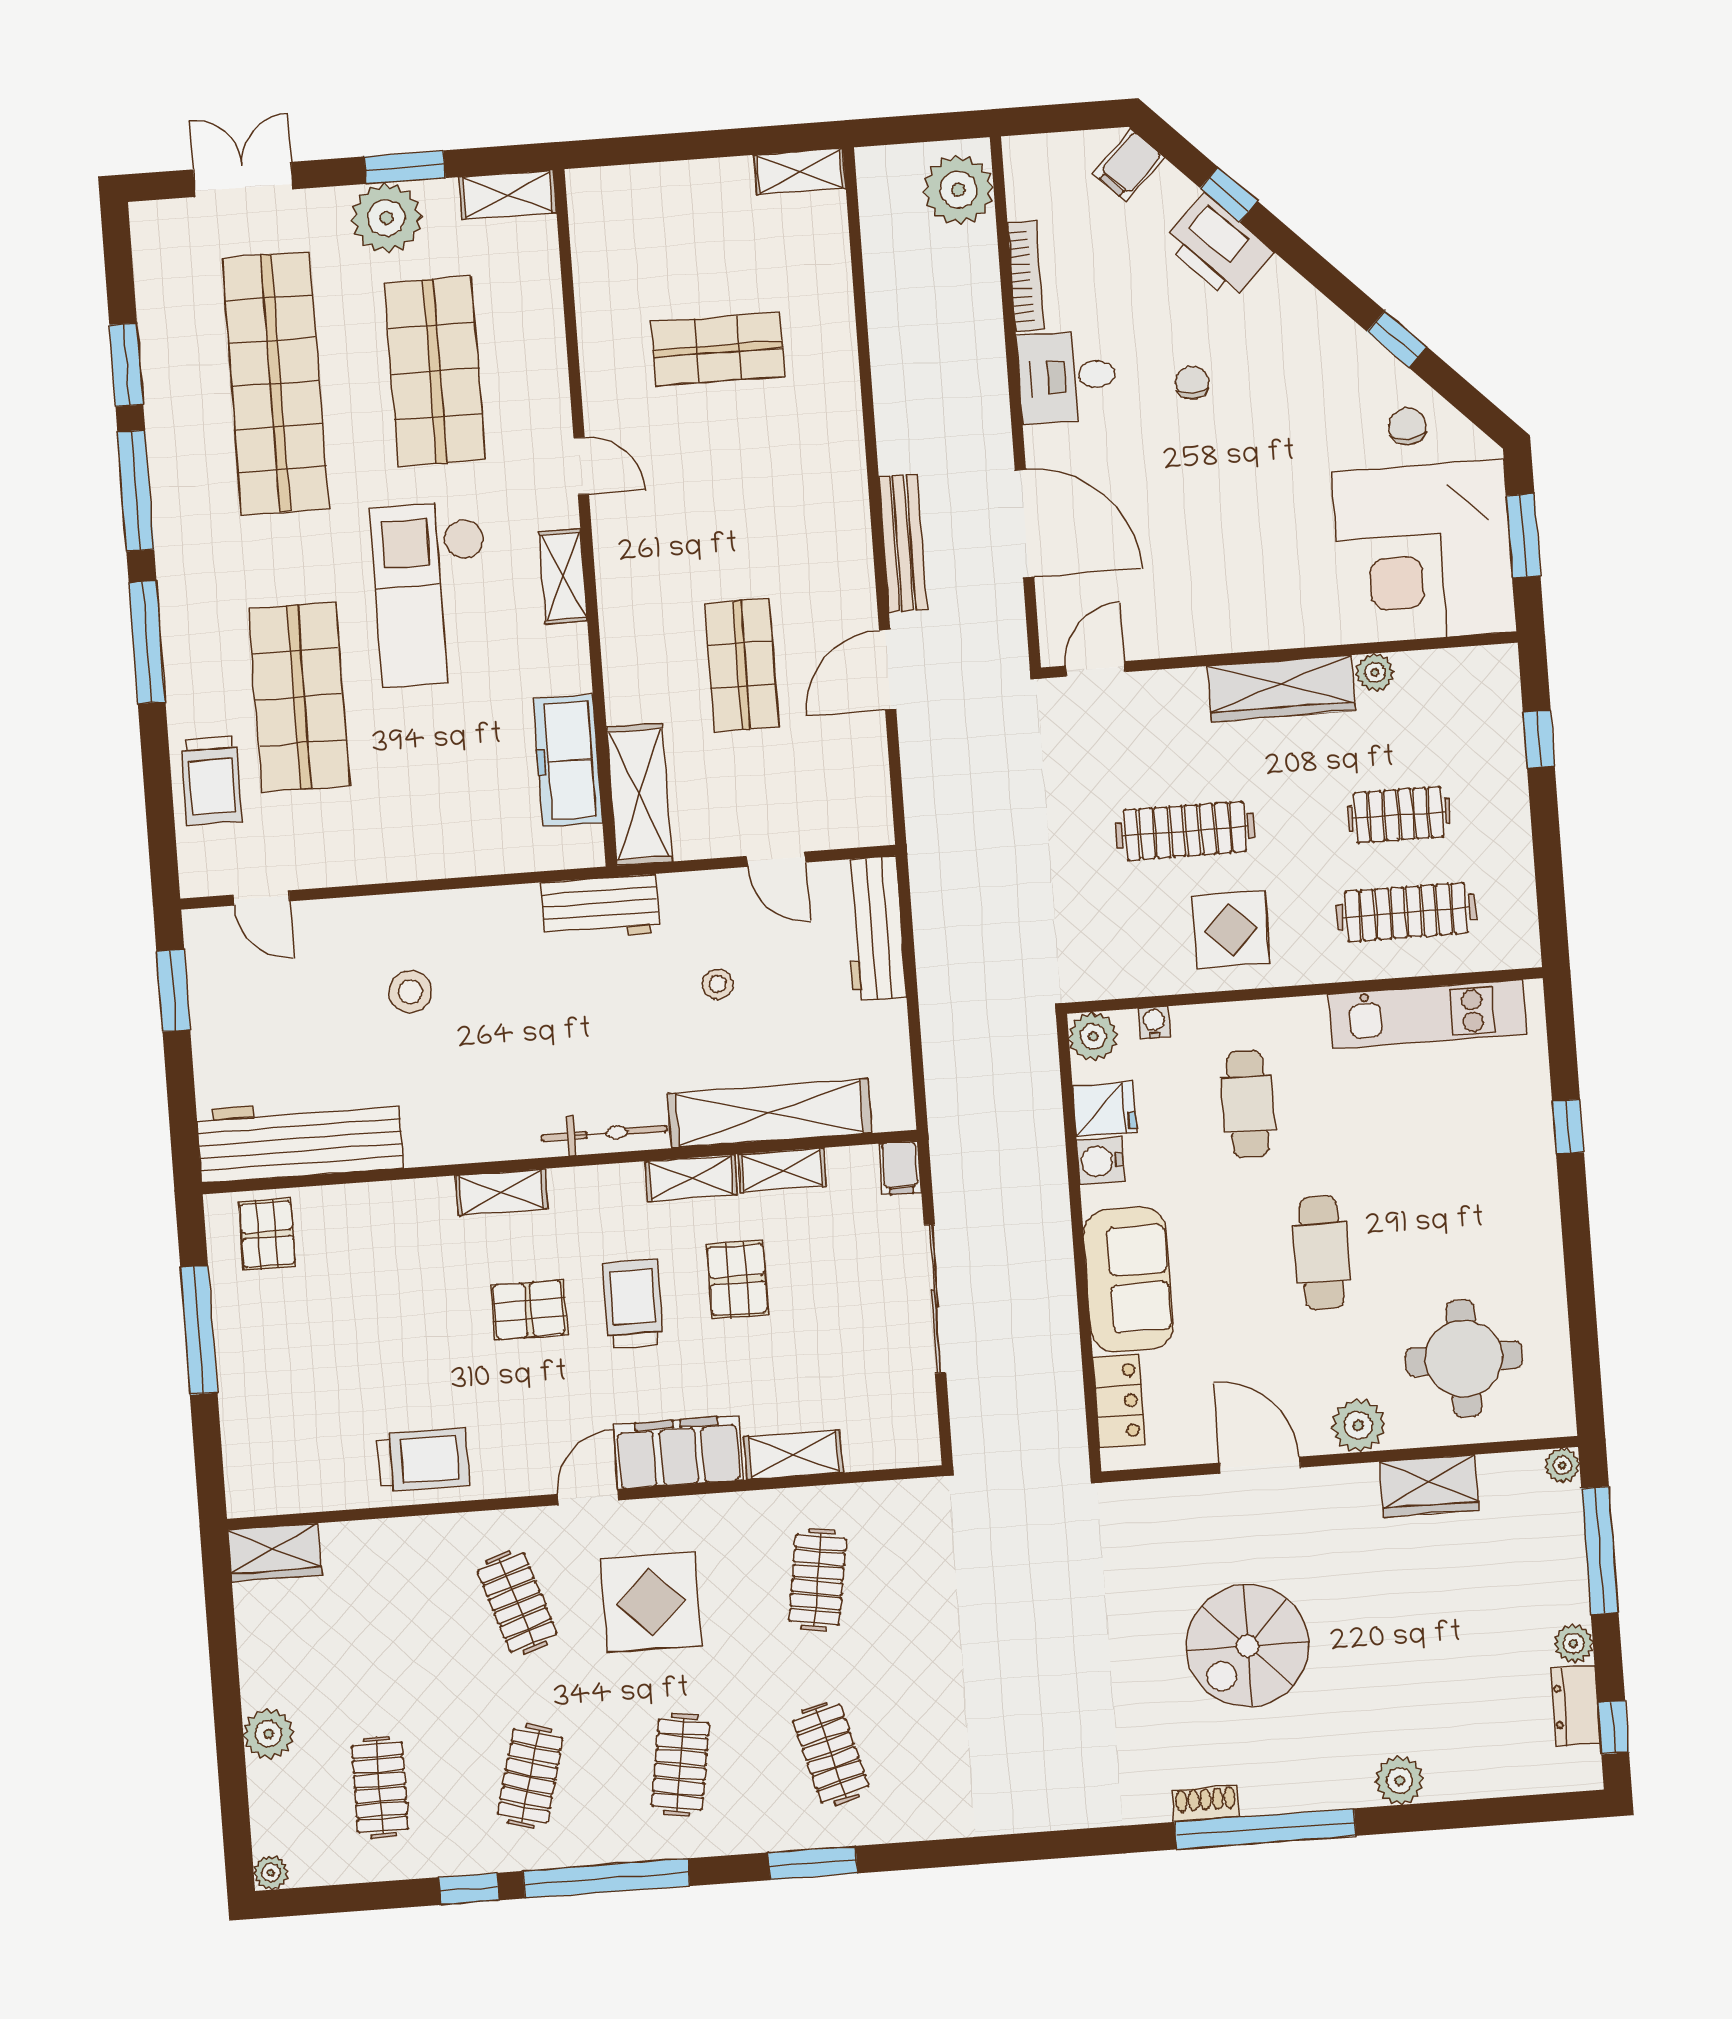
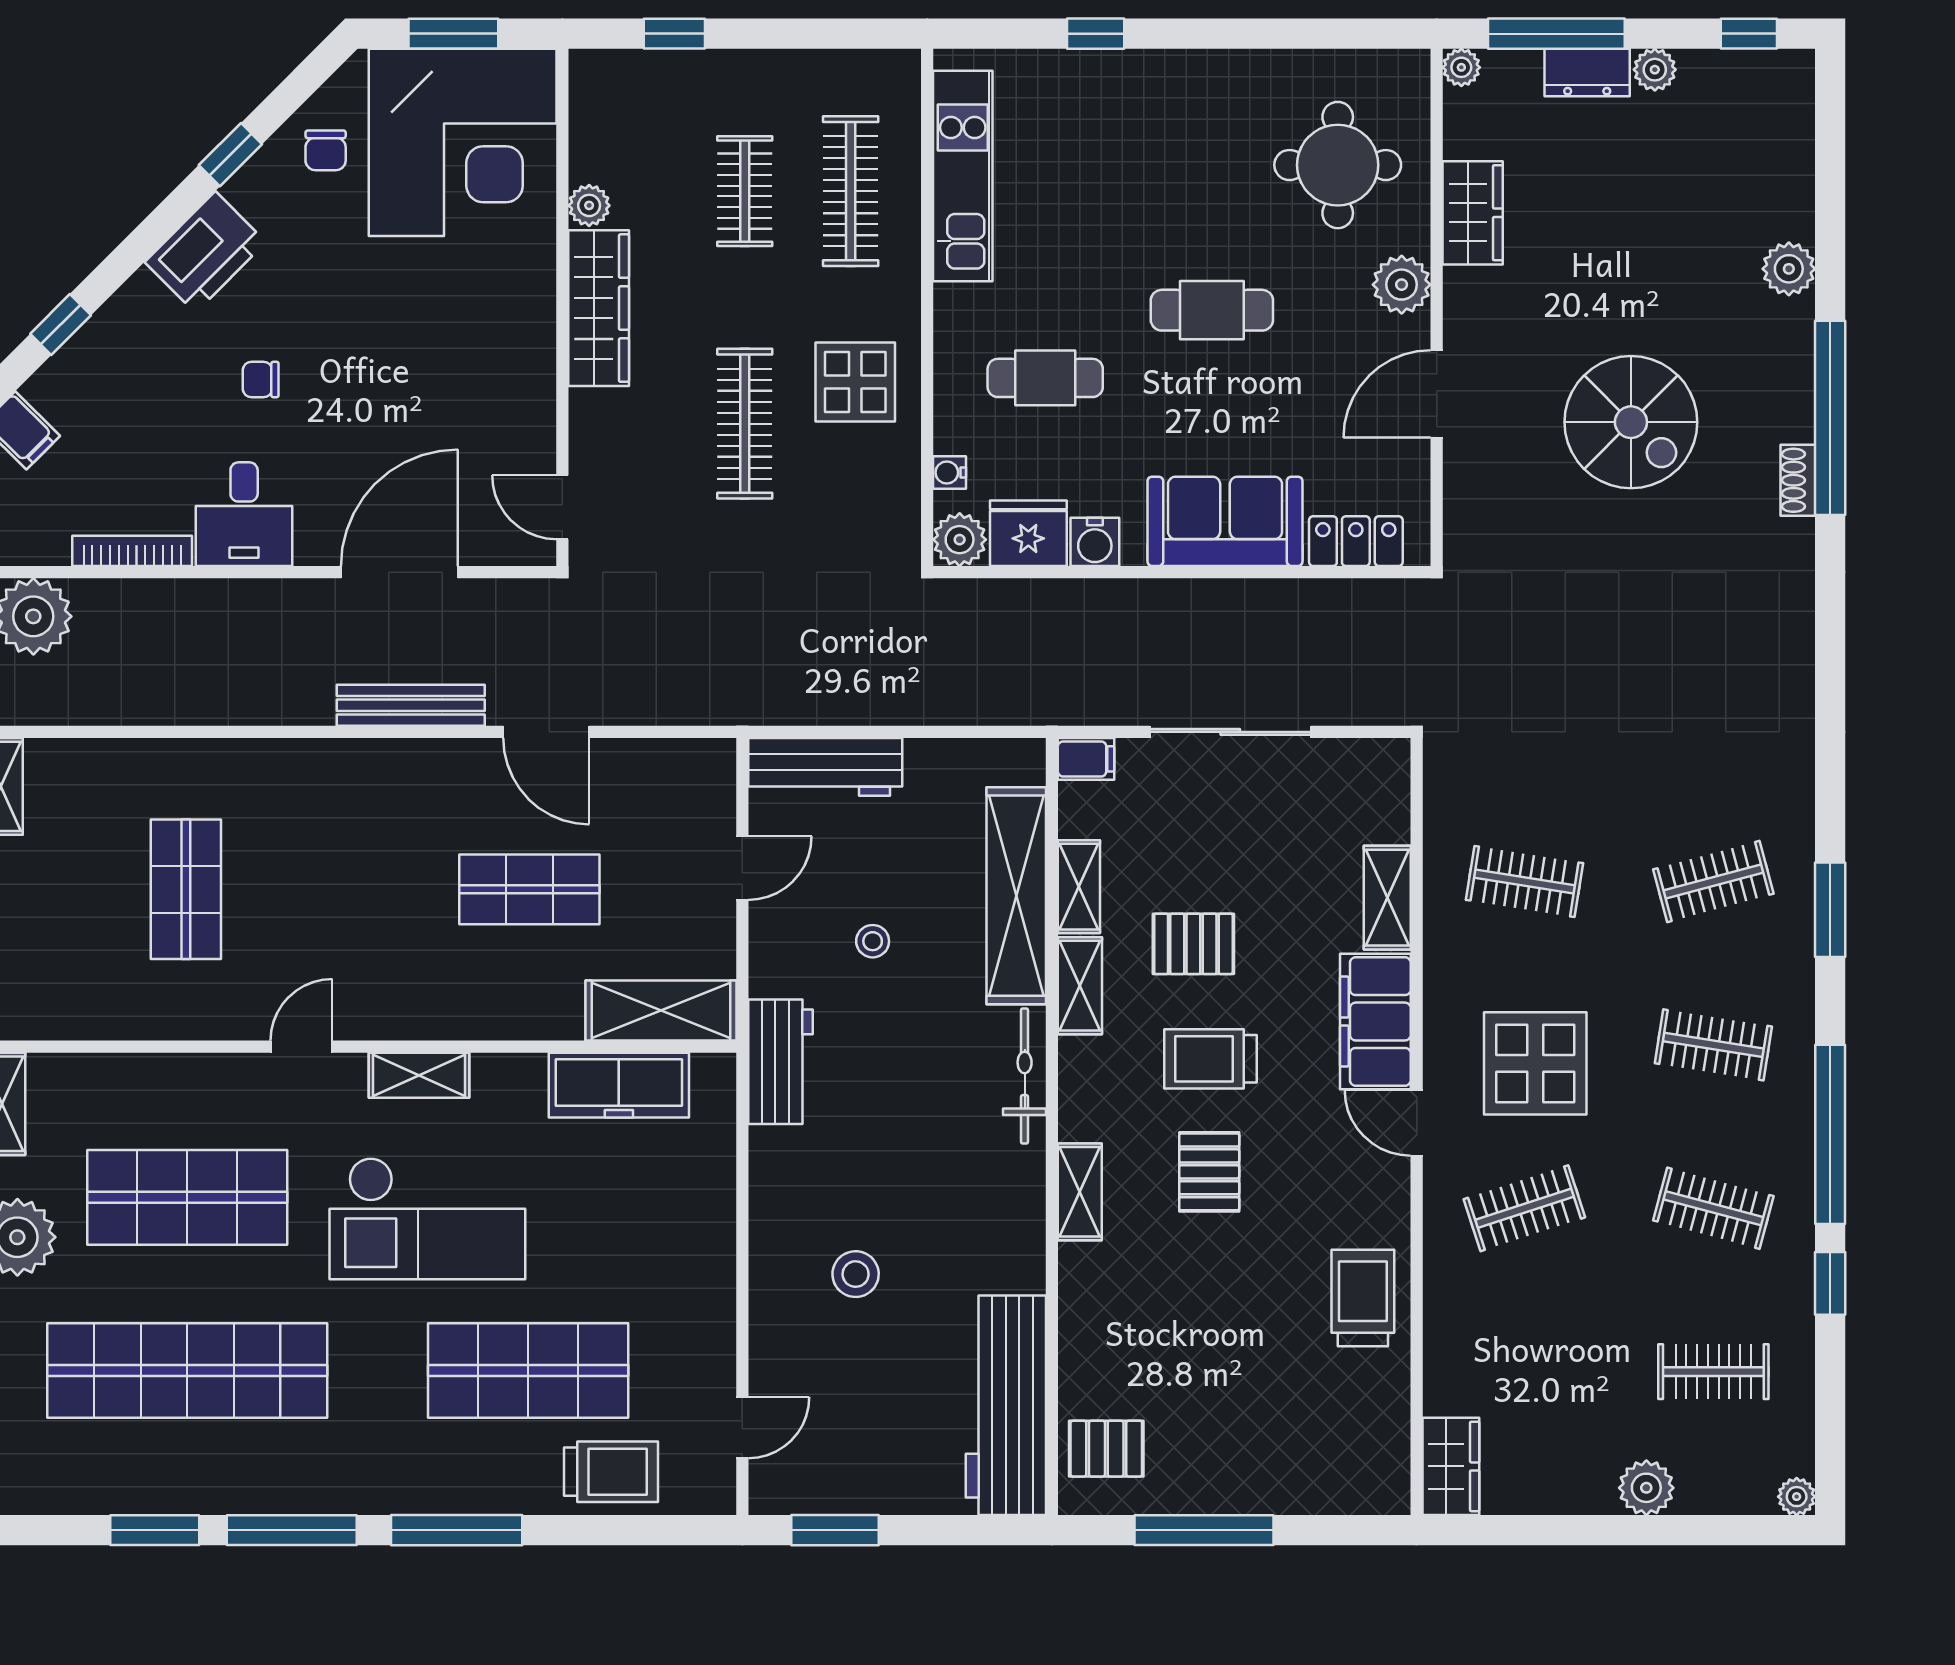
printer: (1218, 247) -> (205, 252), moved
chair: (1407, 426) -> (326, 150), turned -90
fridge: (1105, 1109) -> (1028, 533), width x1.38
dresser: (1576, 1706) -> (1587, 73), moved

